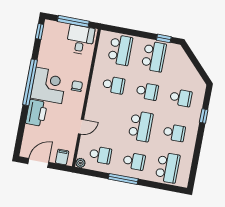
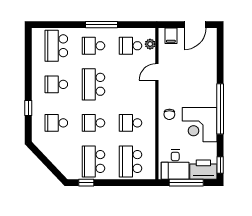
corner desk: (49, 85) -> (200, 125), moved
printer: (36, 113) -> (203, 170), moved, turned 90
plant: (80, 163) -> (150, 44), moved

